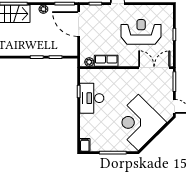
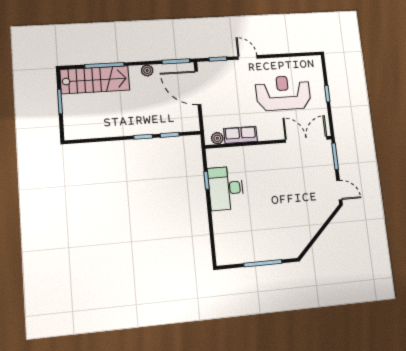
corner desk: (138, 122) -> (294, 217), removed
filing cabinet: (85, 145) -> (223, 256), removed

